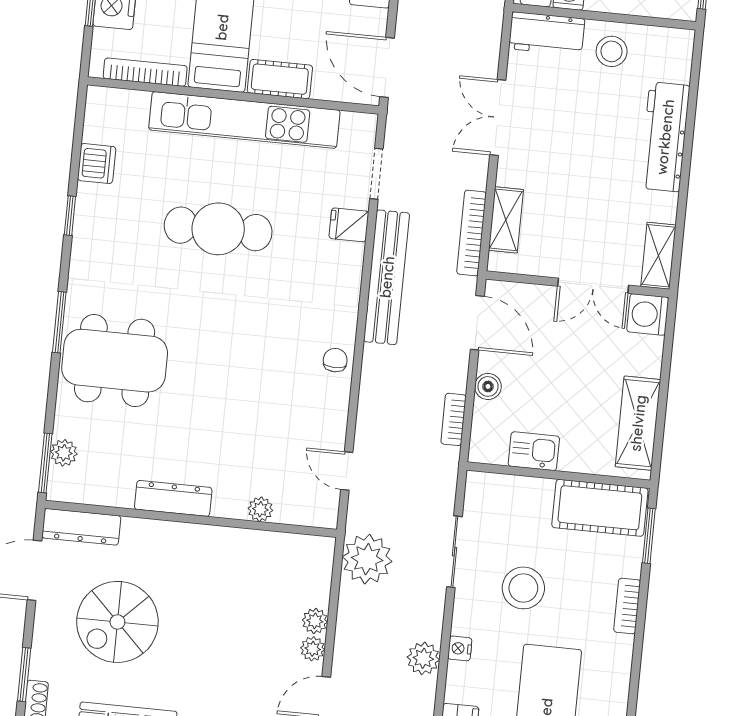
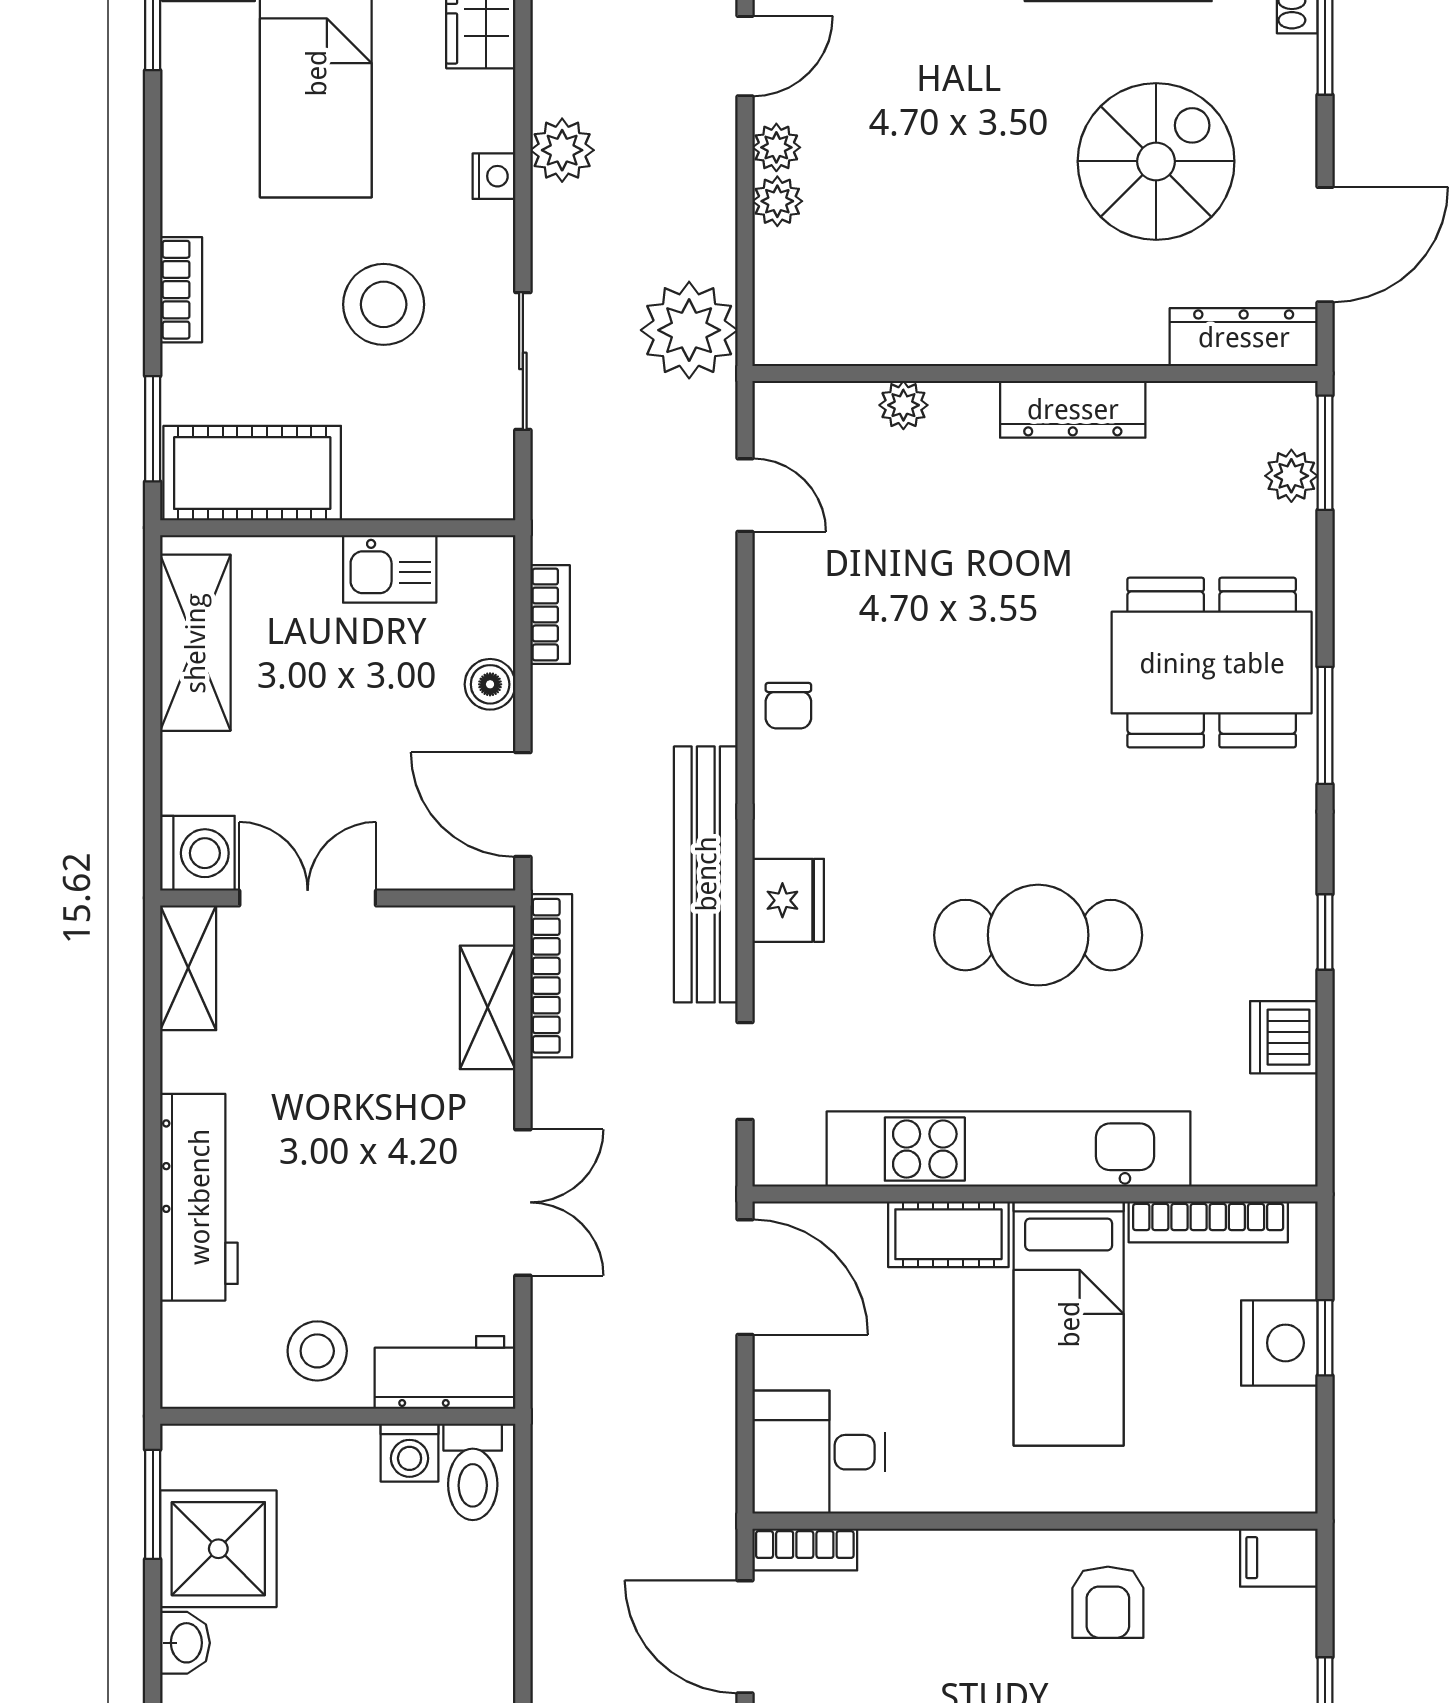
fridge: (349, 225) -> (788, 900), moved, width x1.38

